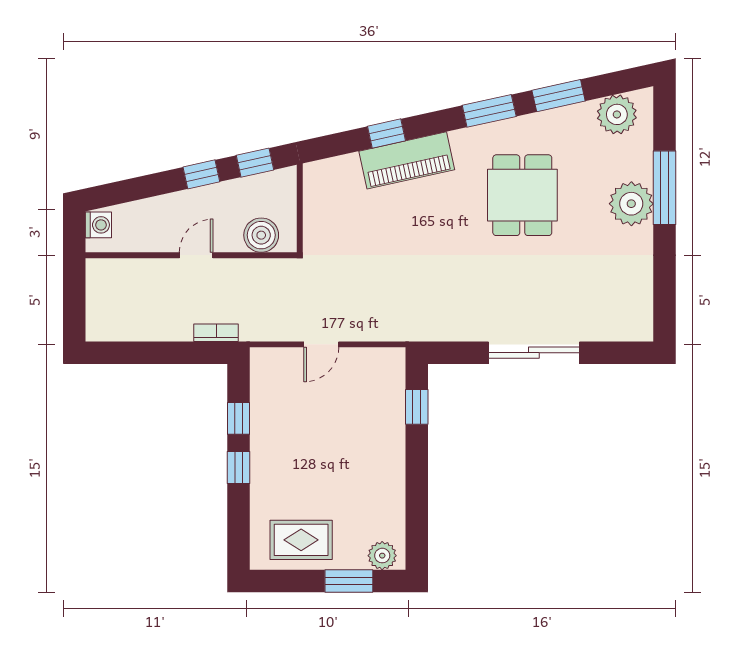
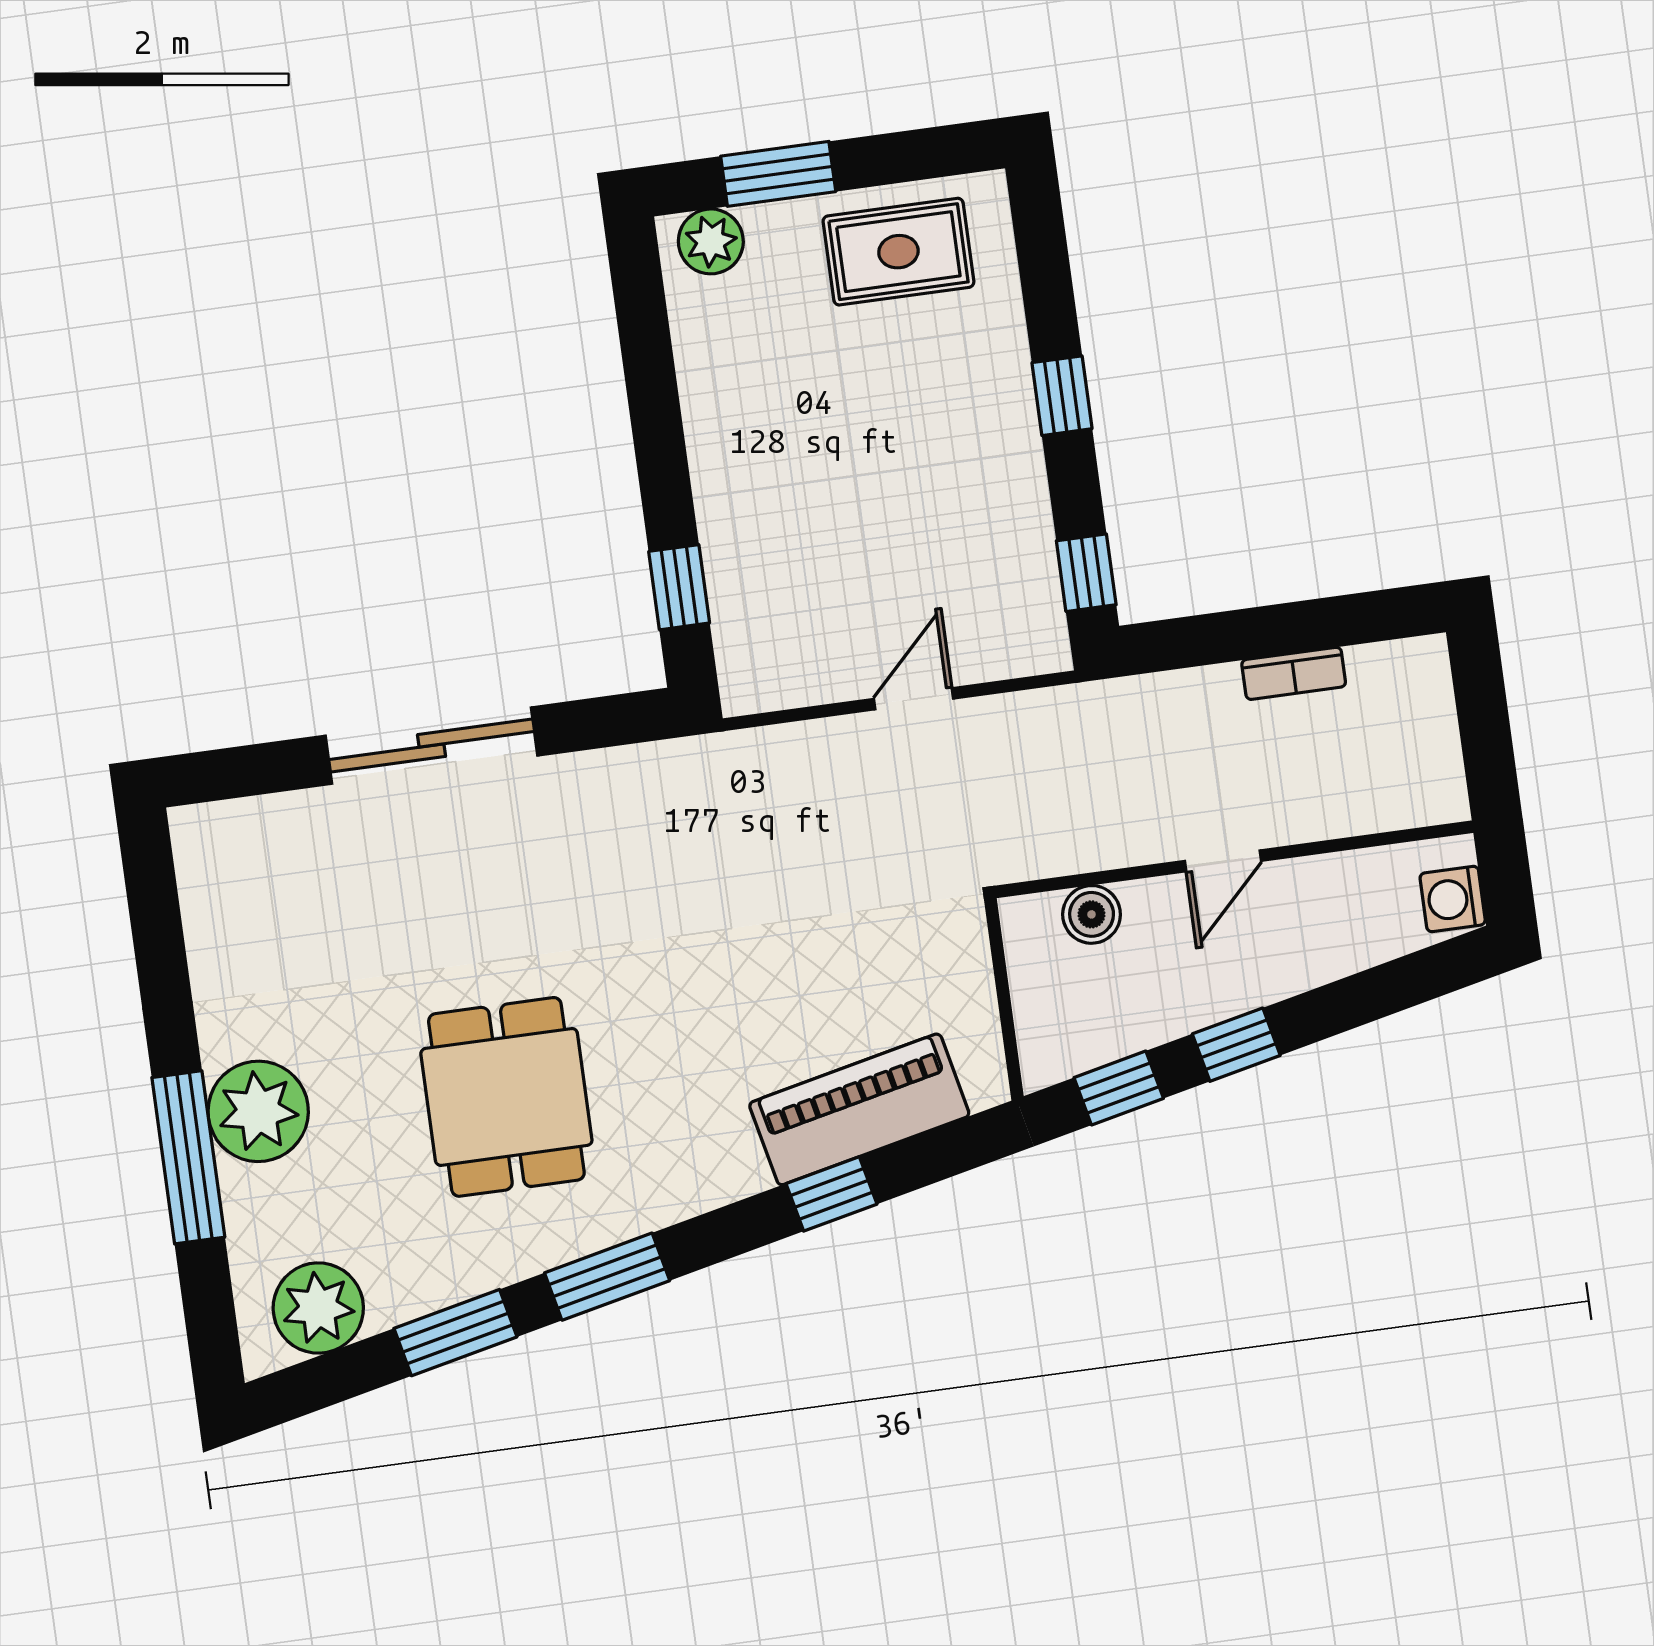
piano: (407, 160) -> (859, 1109), moved
boiler: (261, 235) -> (1092, 914), width x0.73, depth x0.73
bookcase: (216, 333) -> (1294, 673), moved
window: (238, 418) -> (1086, 573), moved

